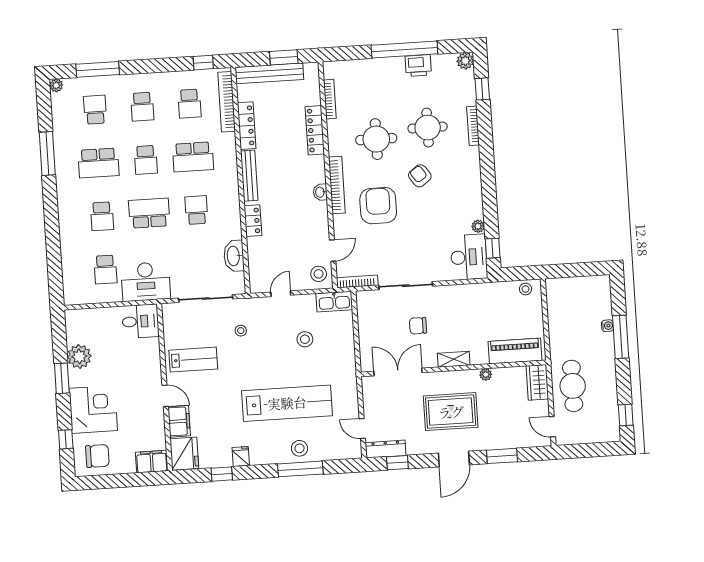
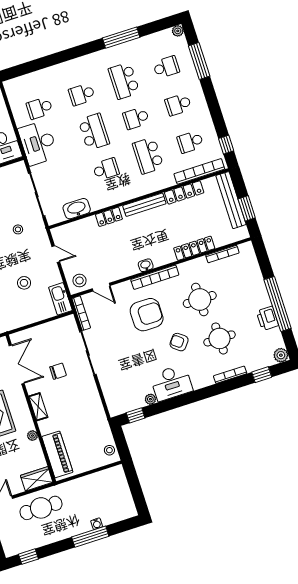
armchair: (420, 176) -> (179, 342), turned -106
desk: (469, 257) -> (171, 383), moved
chair: (418, 326) -> (58, 371), turned 90

